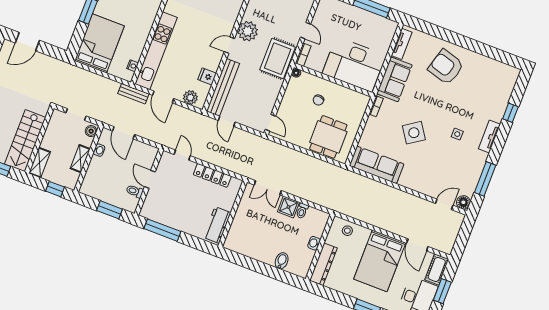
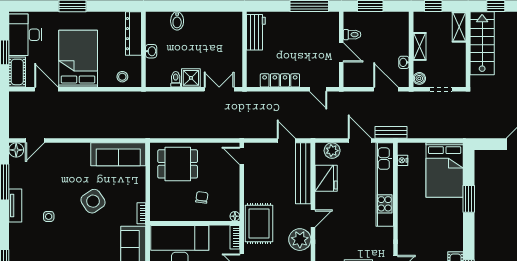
fridge: (207, 76) -> (326, 178), width x1.88, depth x1.34
dining table: (328, 137) -> (178, 164), turned 90
tv unit: (489, 137) -> (15, 205), moved

